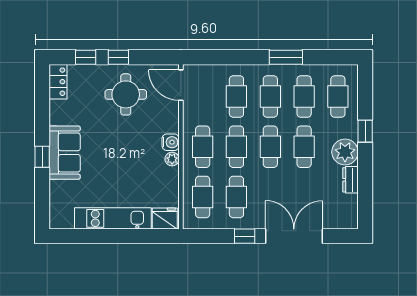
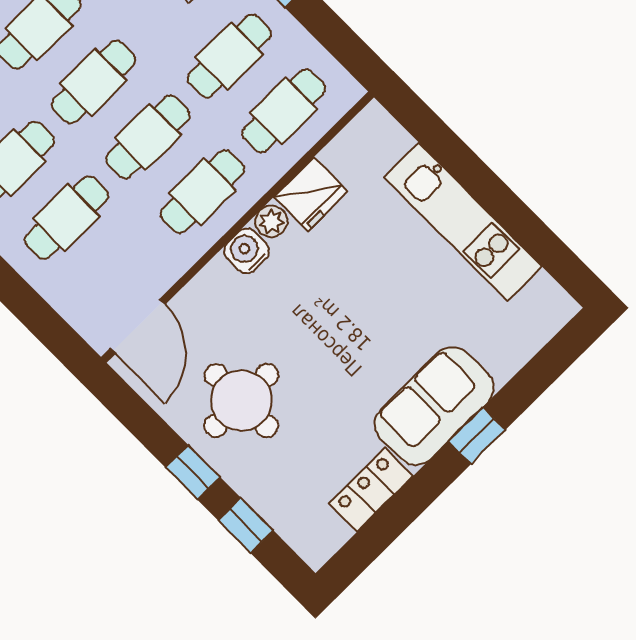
locker: (58, 82) -> (371, 490), moved
fridge: (165, 219) -> (311, 194), moved, turned -90

